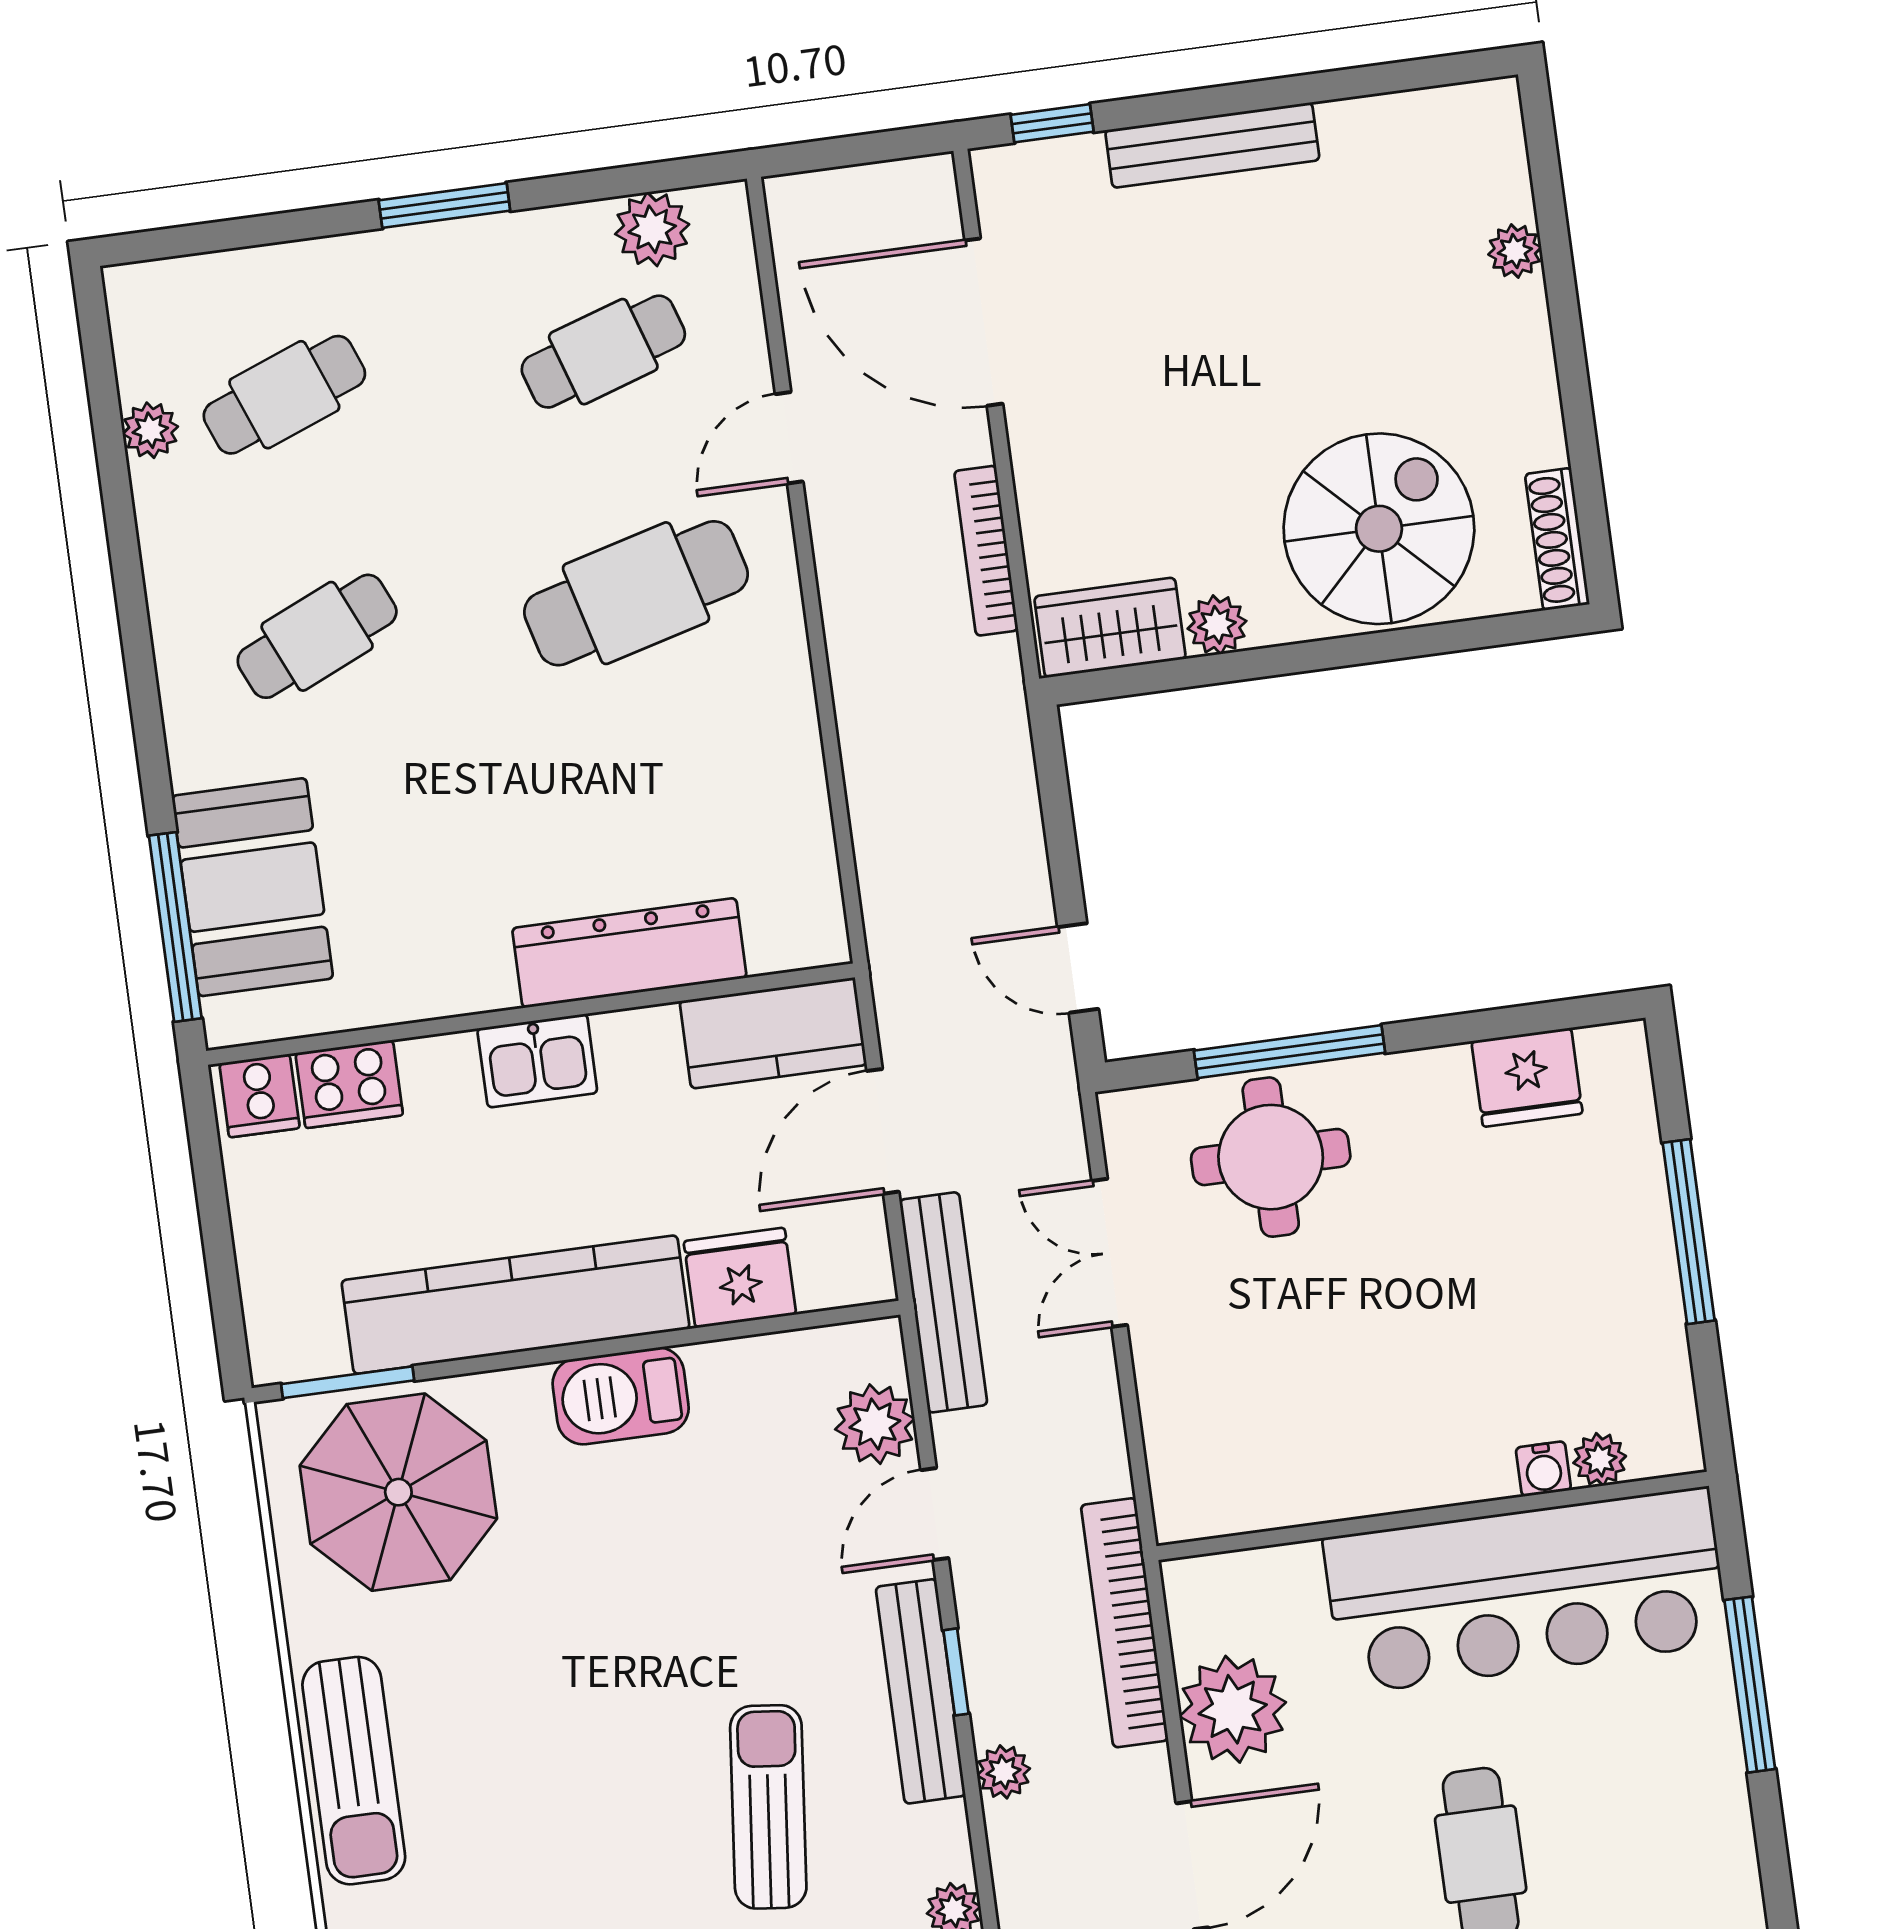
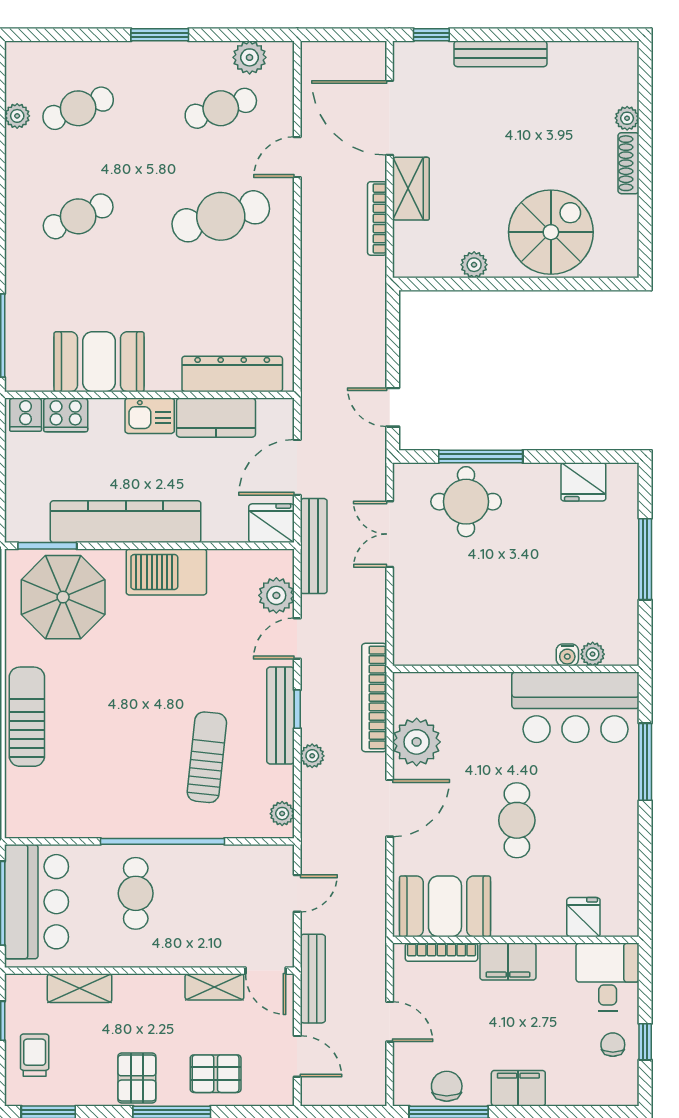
shoe rack: (1557, 539) -> (629, 163), moved
wardrobe: (1110, 628) -> (411, 189), moved, turned 90
booth: (252, 887) -> (99, 362), moved, turned 90
dresser: (629, 953) -> (232, 374), moved
kitchen counter: (773, 1033) -> (216, 418), moved
fridge: (740, 1278) -> (272, 523), moved
barbecue: (621, 1396) -> (166, 572), width x1.37, depth x1.21
bar counter: (1526, 1591) -> (575, 707), width x0.73
sun lounger: (354, 1771) -> (27, 717), turned 180

